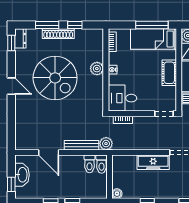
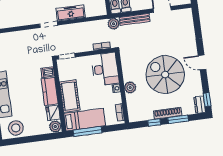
cot: (169, 73) -> (70, 96), width x1.37, depth x1.34
desk: (122, 98) -> (105, 69), width x1.37

